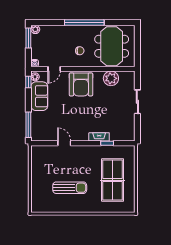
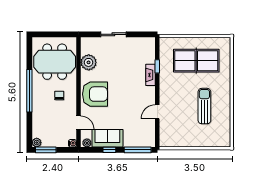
window: (28, 82) -> (109, 150), moved

